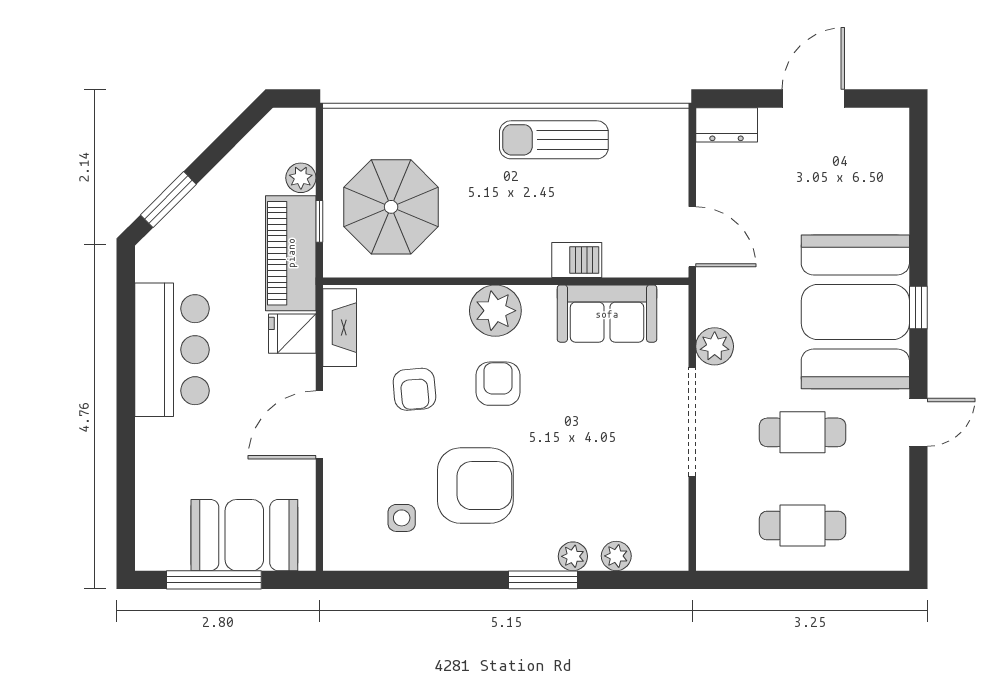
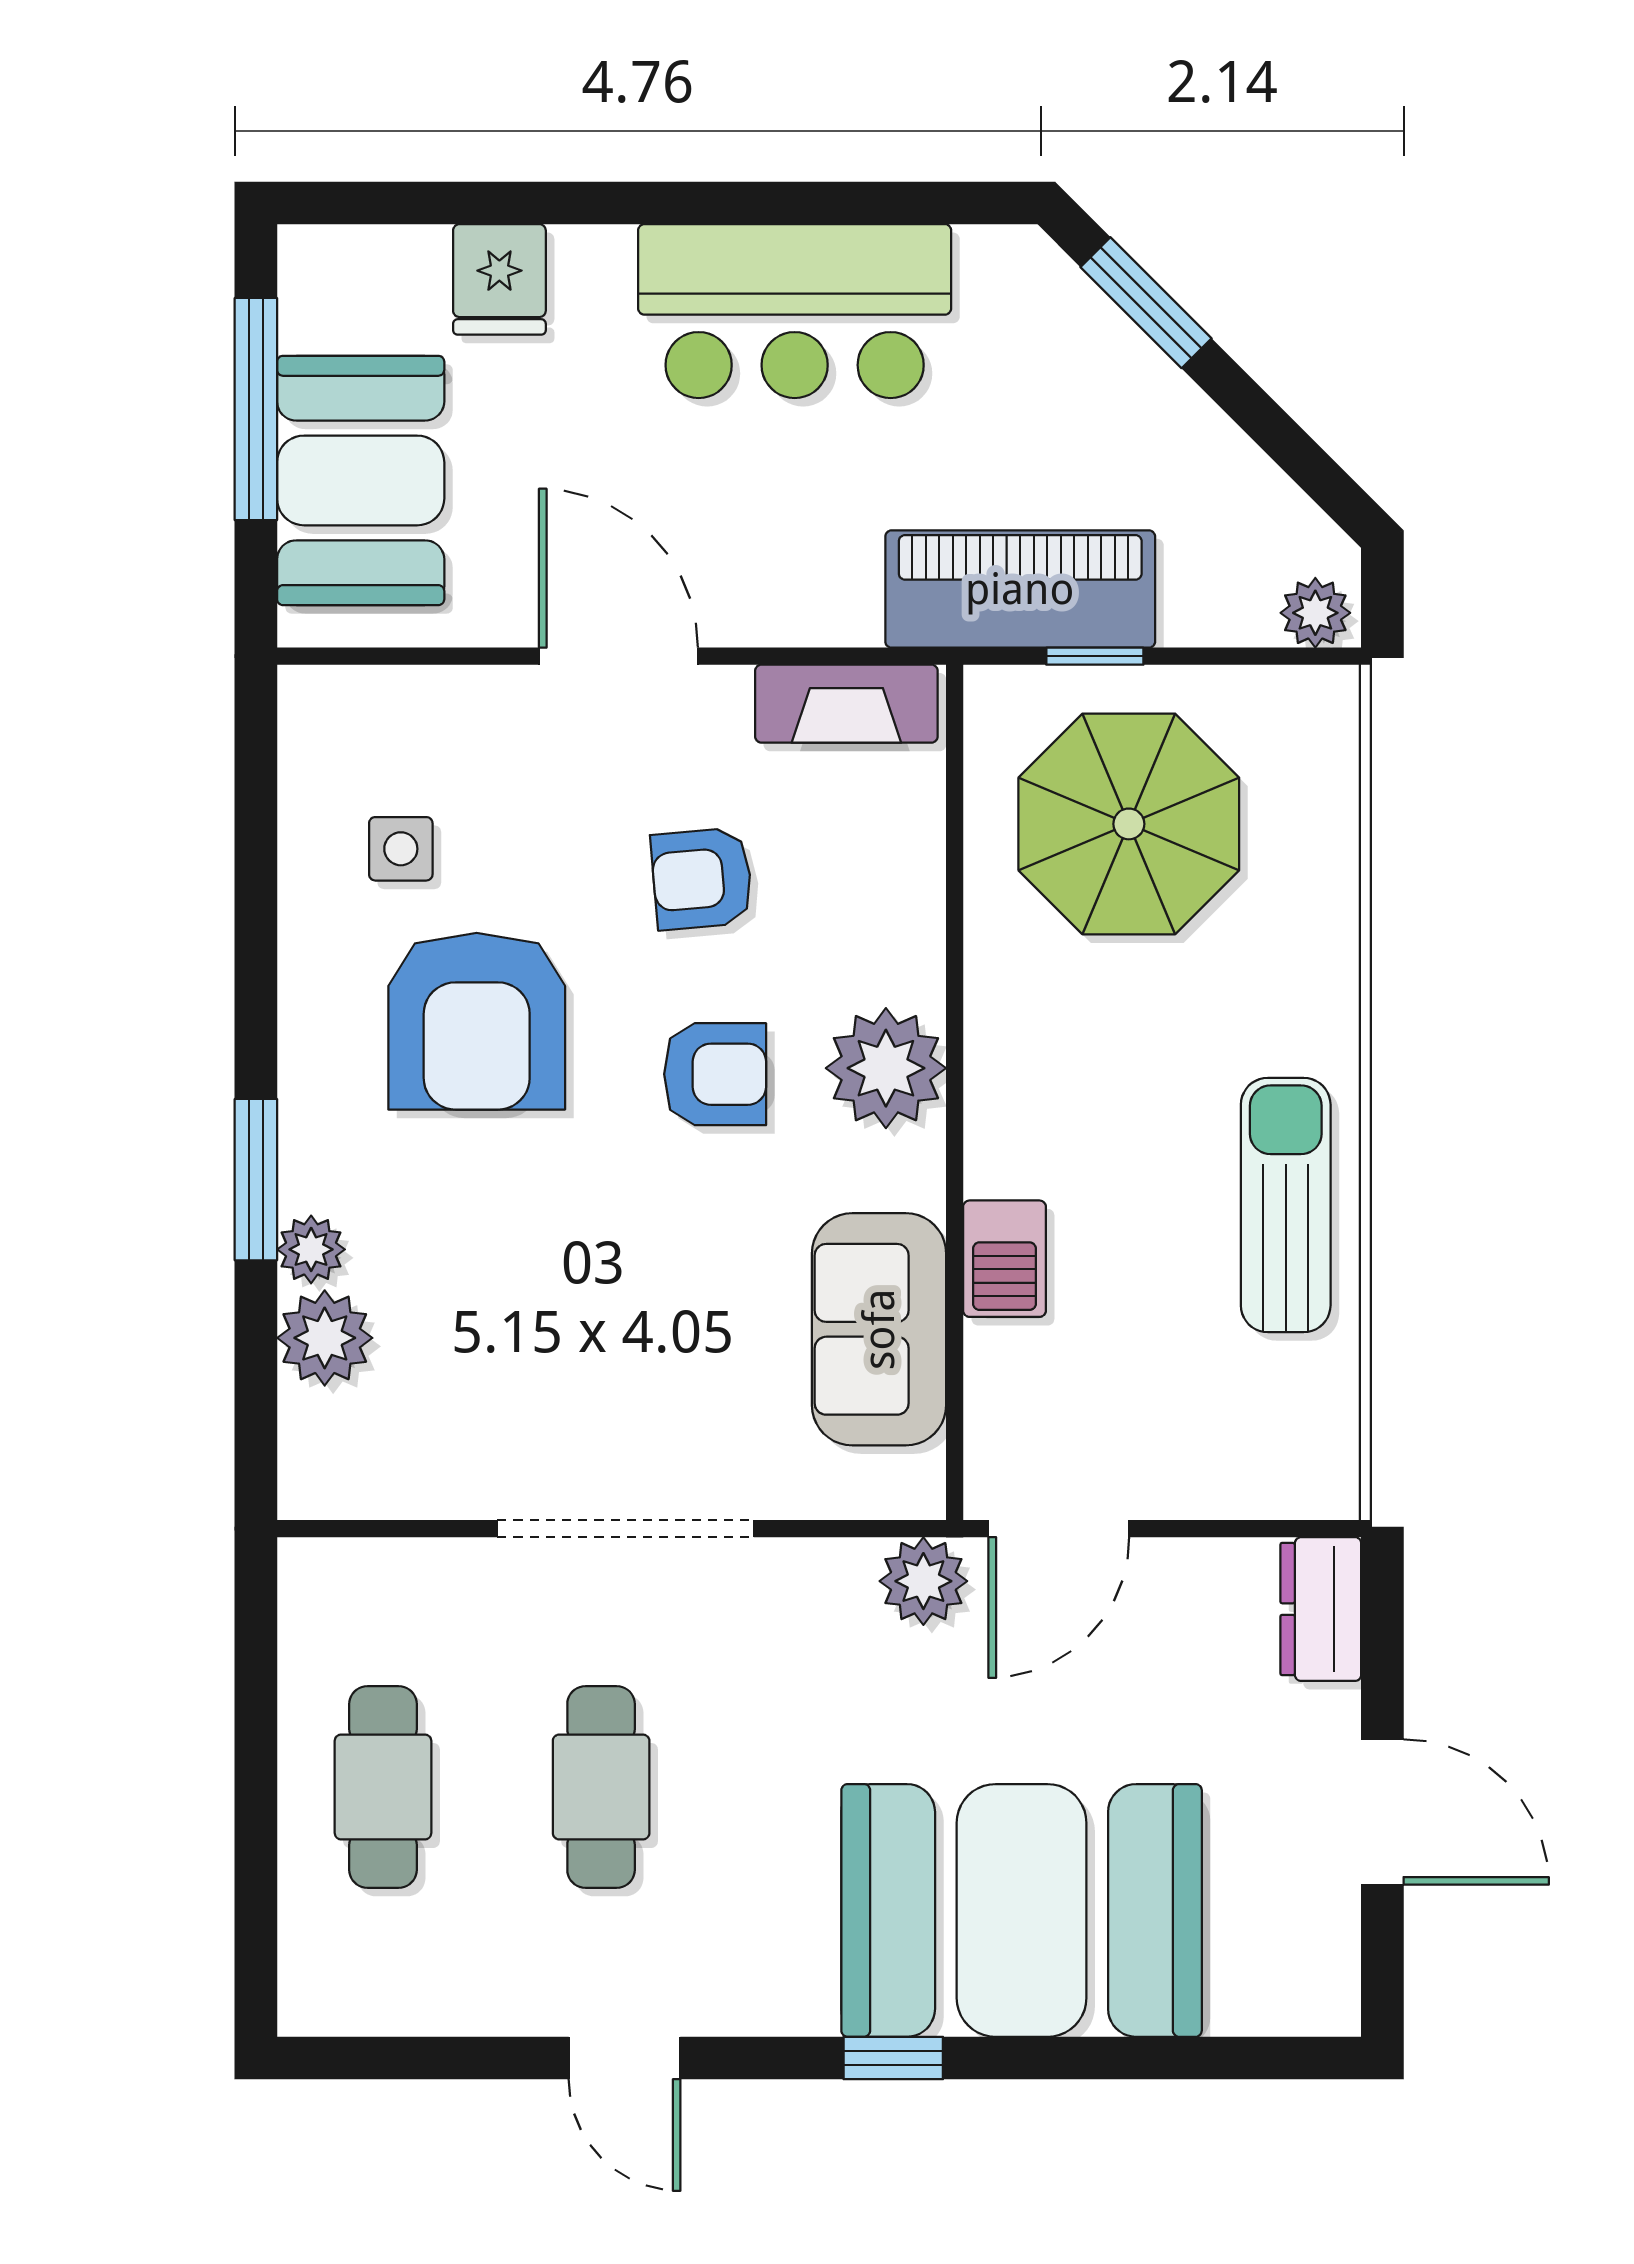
plant: (301, 178) -> (1315, 613), moved
booth: (855, 312) -> (1022, 1910), moved
fridge: (292, 334) -> (499, 279), moved, turned 180
plant: (715, 346) -> (923, 1581), moved
plant: (616, 556) -> (325, 1338), width x1.38, depth x1.38

